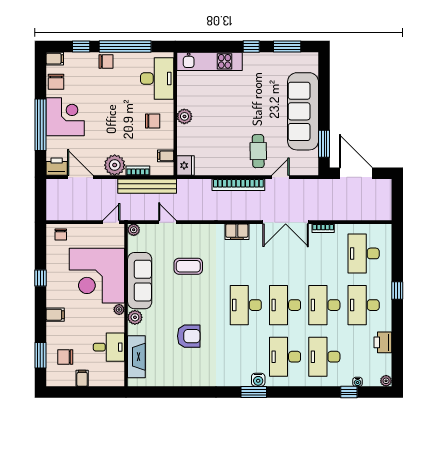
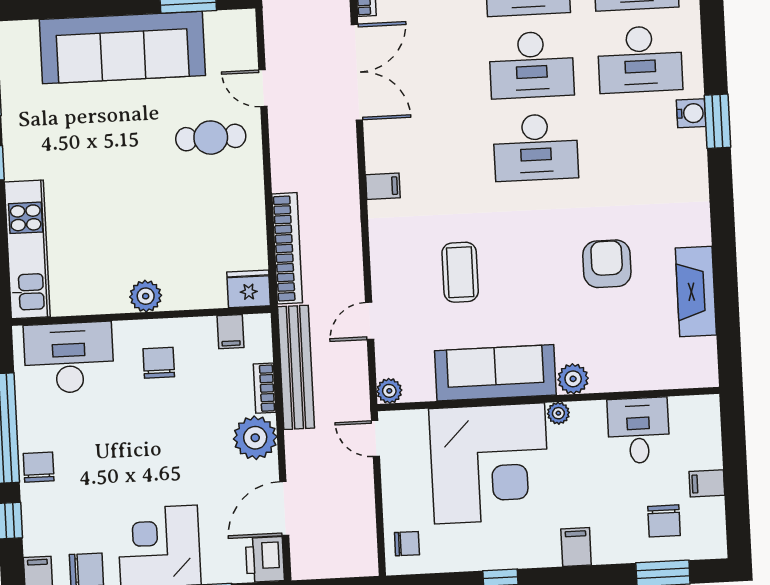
bookcase: (238, 185) -> (287, 248), moved
filing cabinet: (237, 232) -> (383, 186), width x0.50
fireplace: (136, 357) -> (696, 292), moved, turned -90

